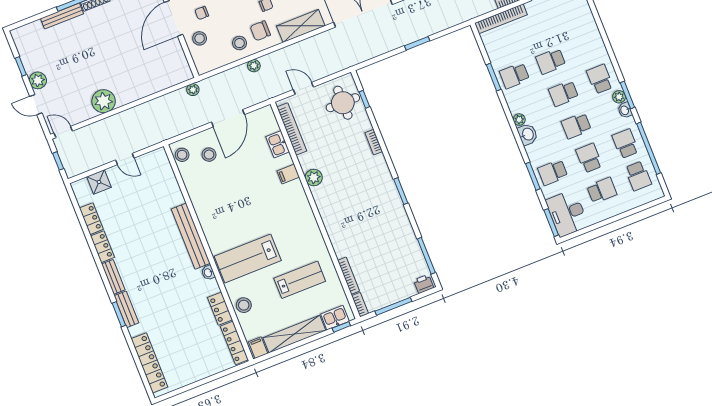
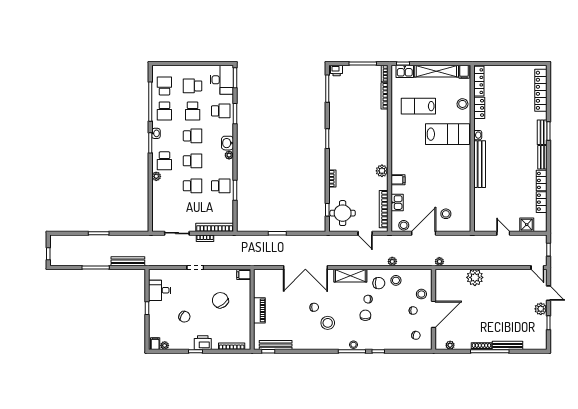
plant: (619, 97) -> (156, 176), moved
plant: (104, 101) -> (475, 277), moved
stool: (182, 155) -> (404, 225), moved

